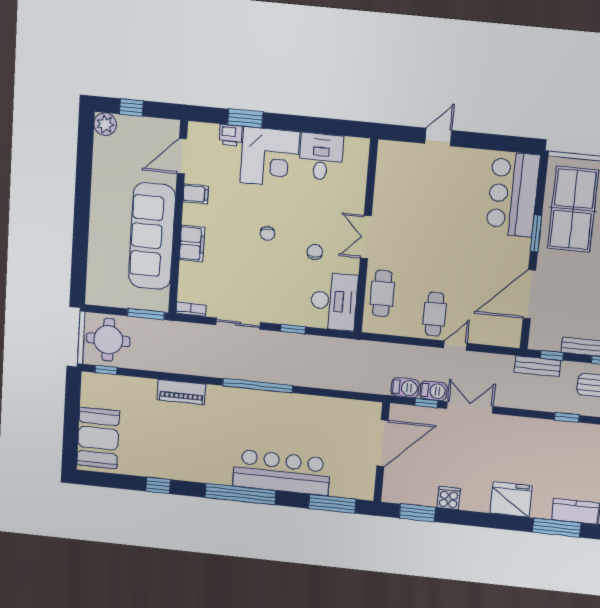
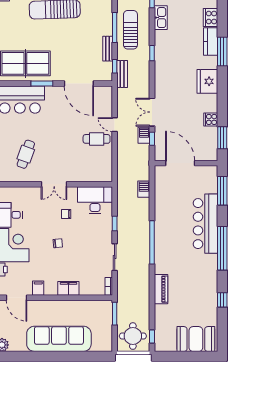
sofa: (152, 236) -> (59, 339), moved, turned 180
cafe table: (382, 293) -> (26, 154), moved, turned -70
barbecue: (405, 388) -> (144, 189), moved

